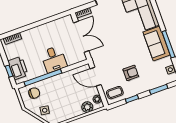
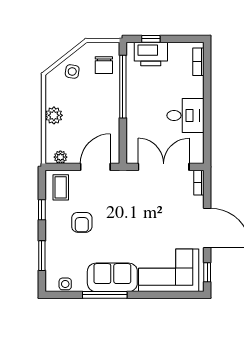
double door: (81, 37) -> (164, 167), swing flipped
desk: (54, 59) -> (185, 115), moved, turned 180
plant: (87, 107) -> (54, 115), moved

